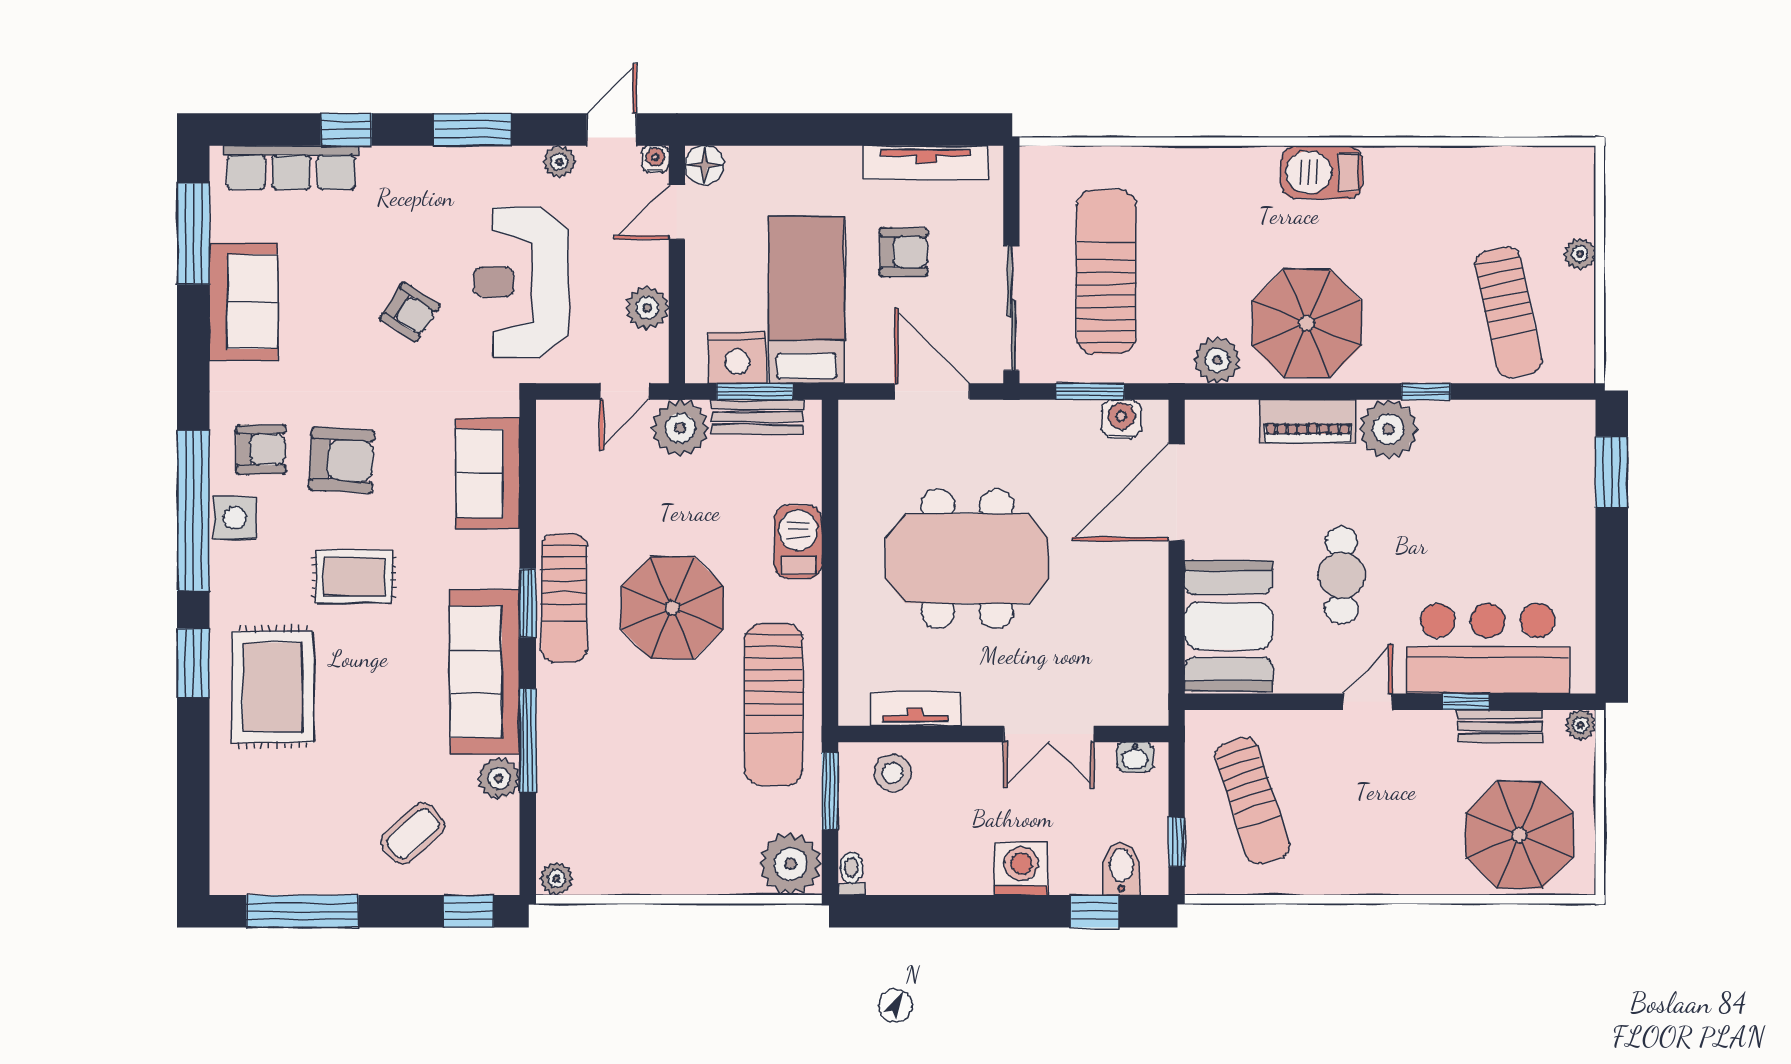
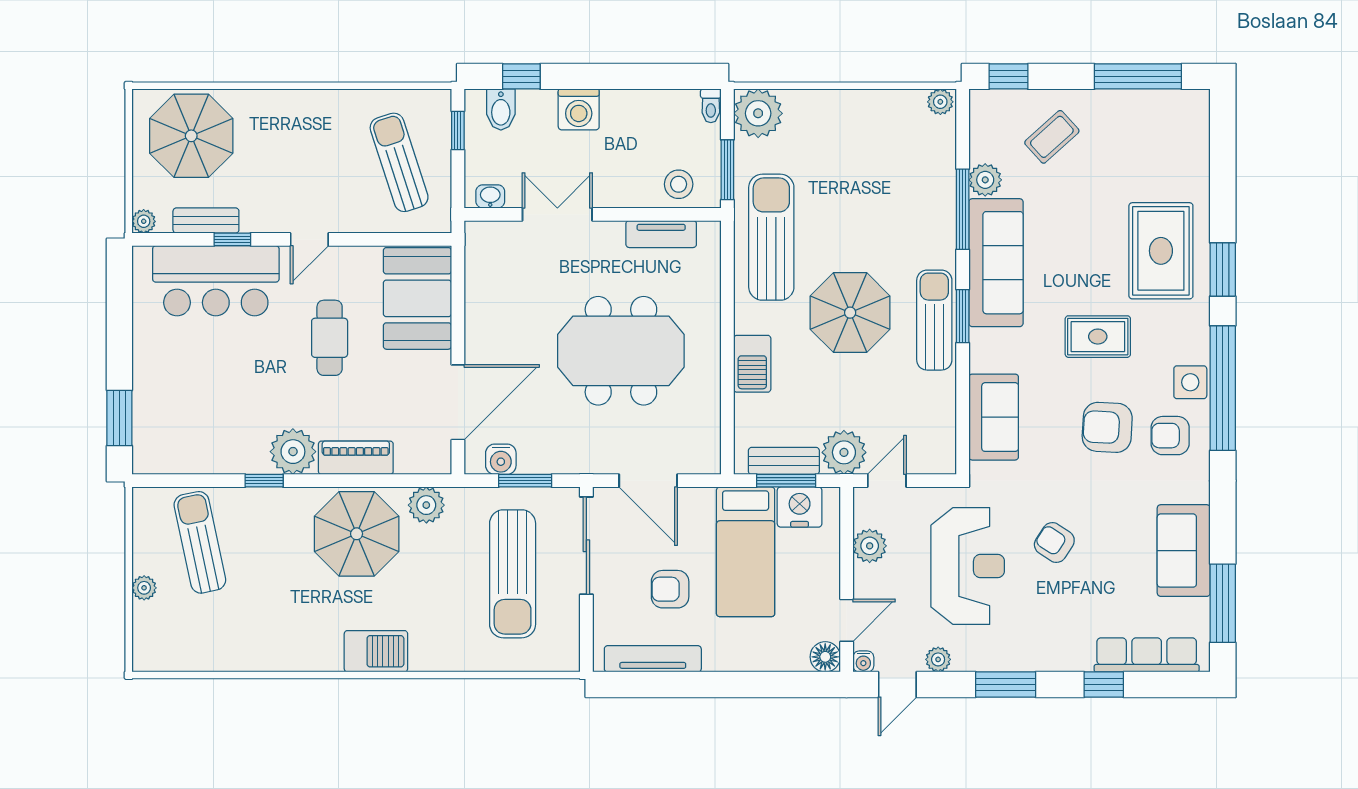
barbecue: (1322, 172) -> (376, 651), moved

